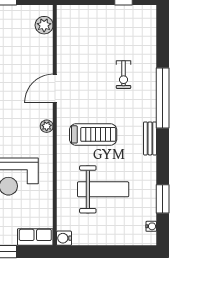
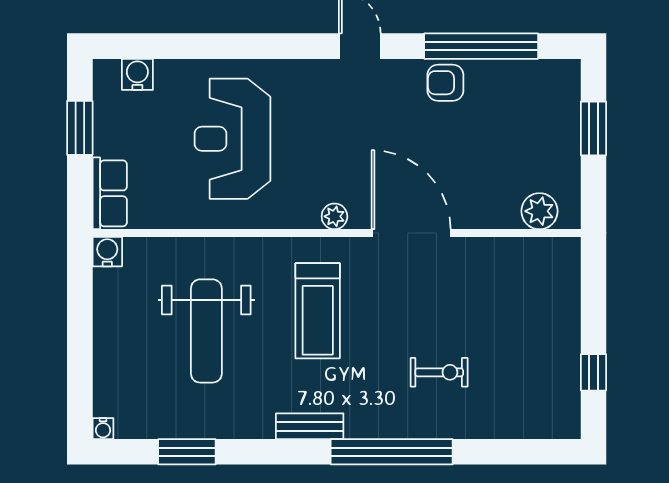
exercise bike: (123, 75) -> (439, 372), turned 180
door: (55, 88) -> (411, 233), width x1.36
water cooler: (151, 226) -> (103, 429), moved

